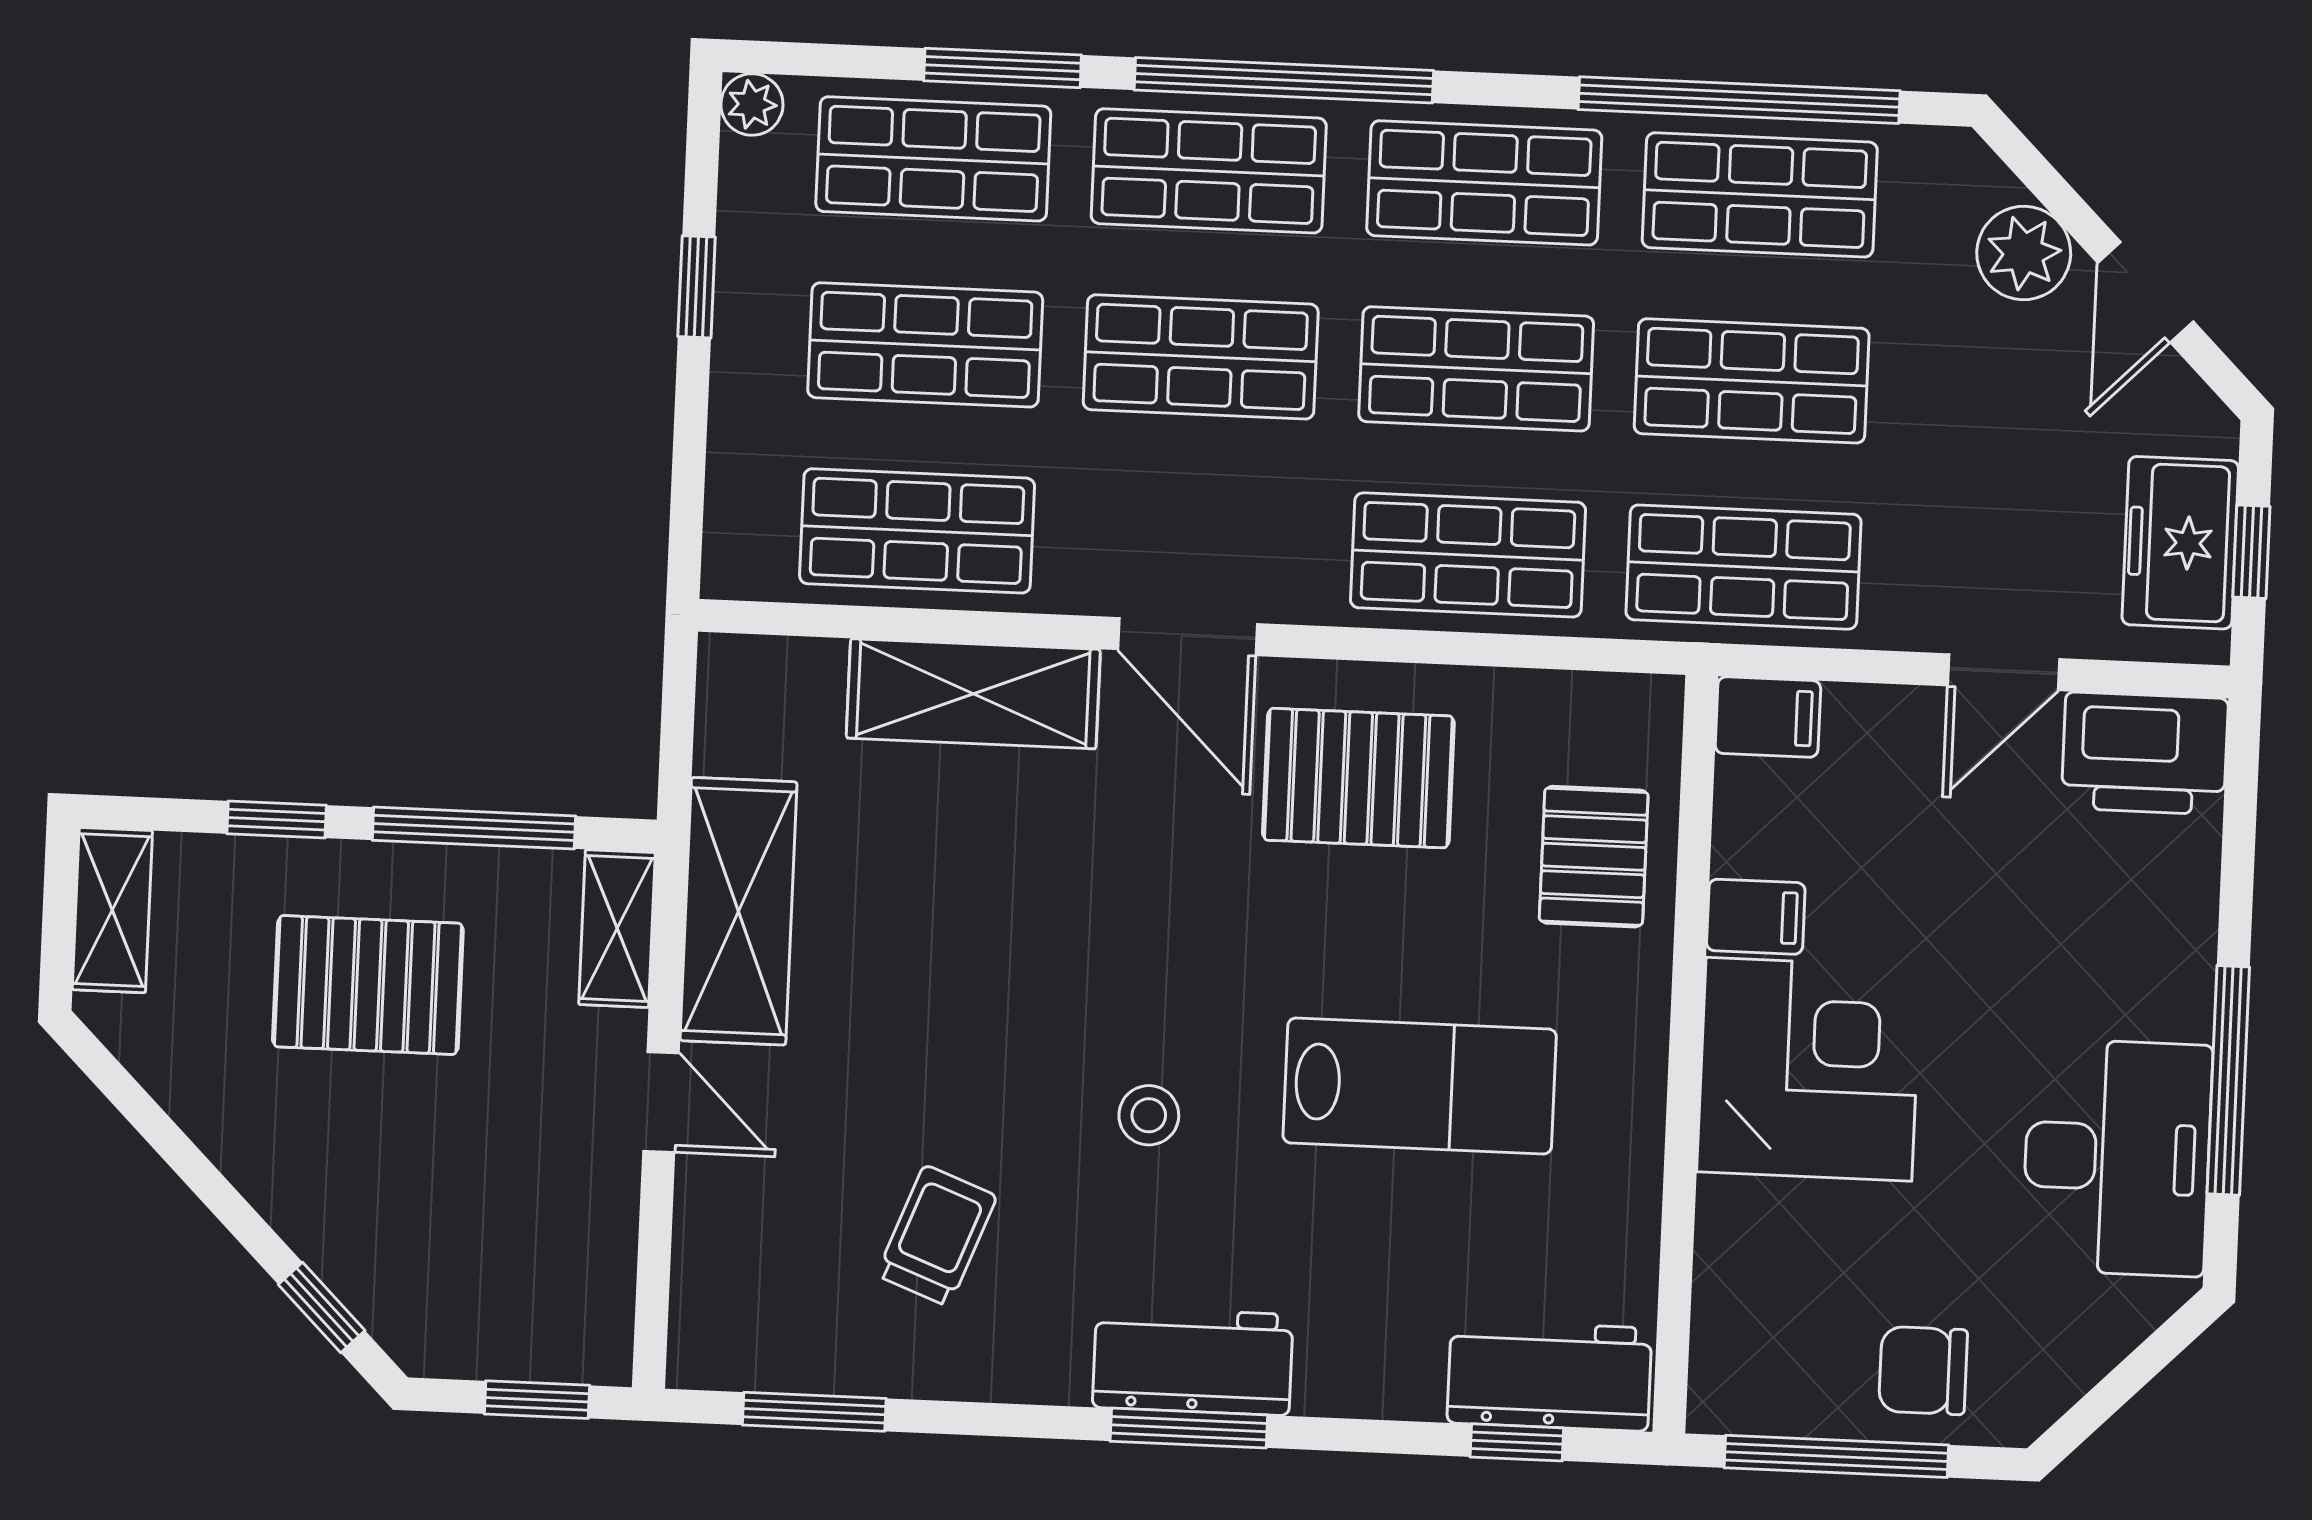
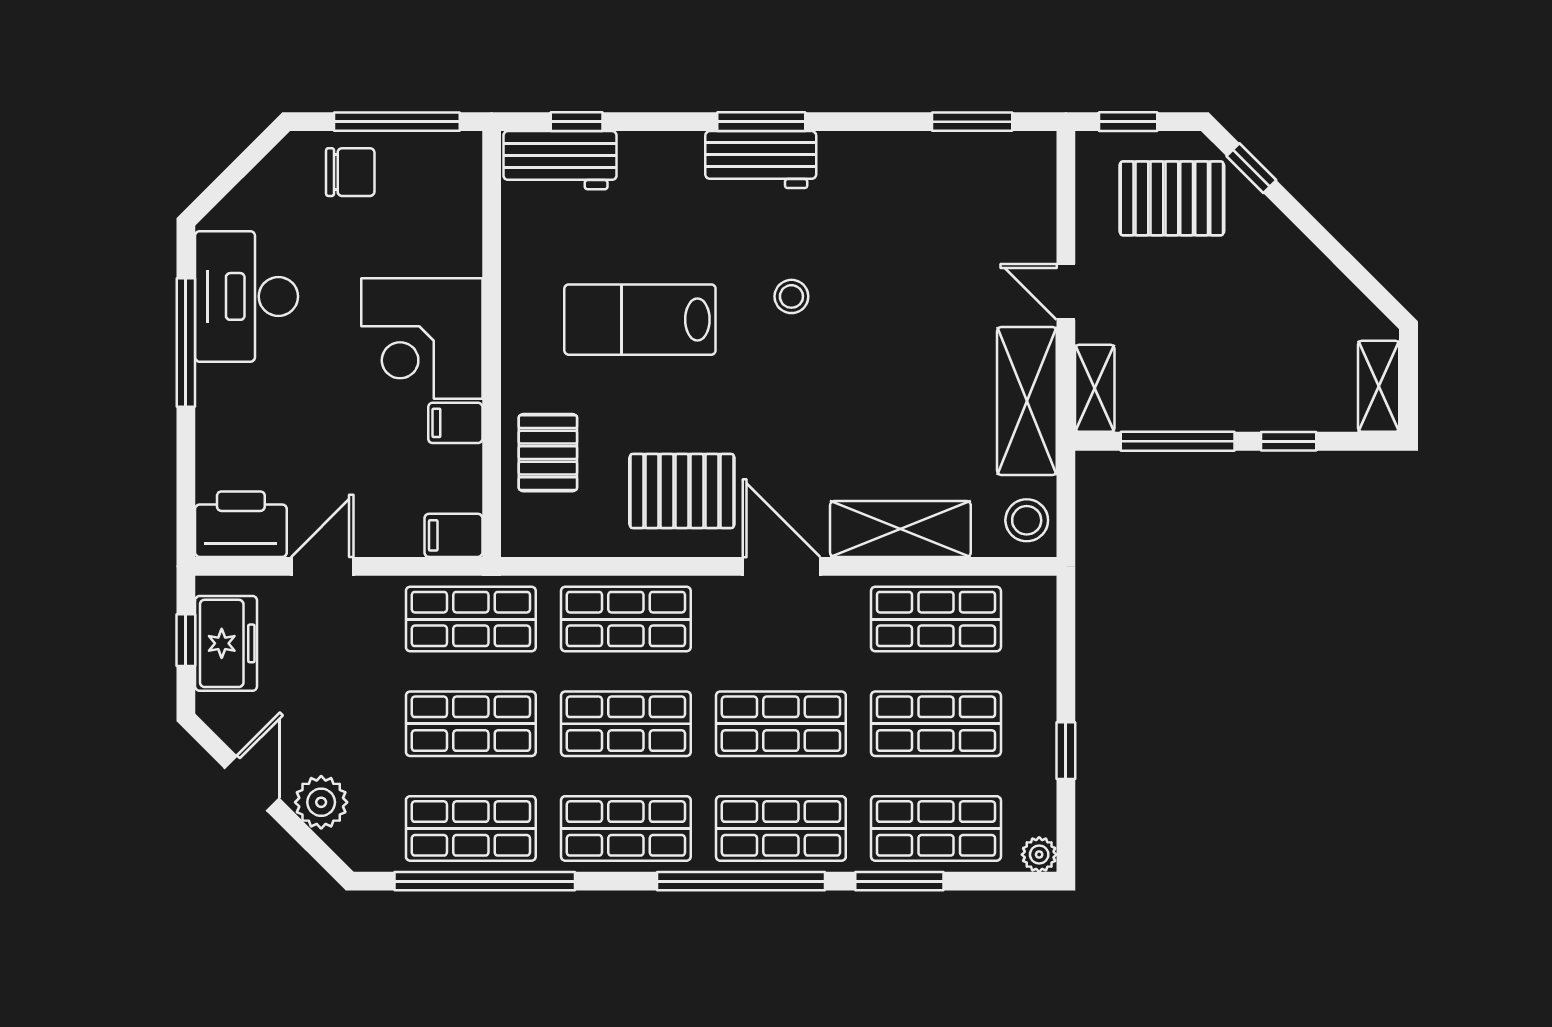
stool: (748, 699) -> (1027, 520), added
pallet: (368, 985) -> (1172, 198), moved
trolley: (937, 1236) -> (908, 224), removed

